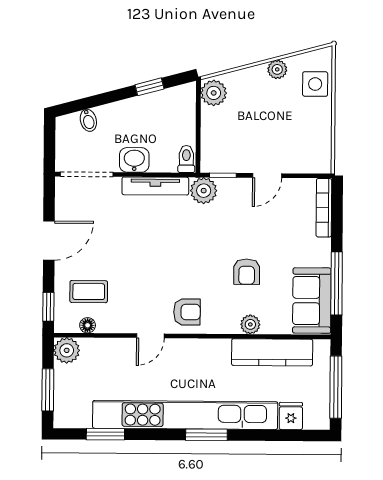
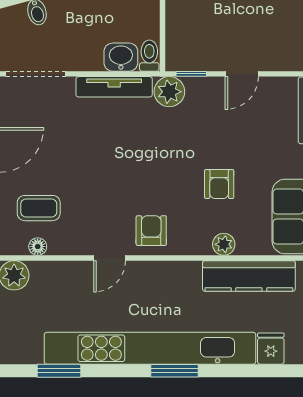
washbasin: (134, 160) -> (121, 57), moved
armchair: (187, 312) -> (151, 231), turned -90

